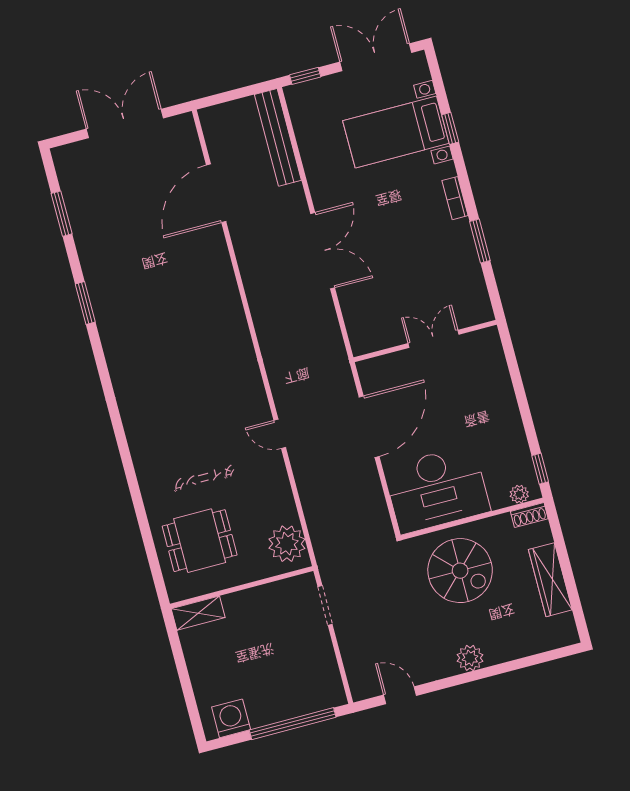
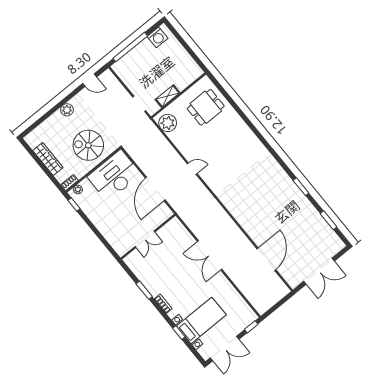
bench: (278, 137) -> (251, 295), removed
shelving: (198, 613) -> (168, 96), moved

